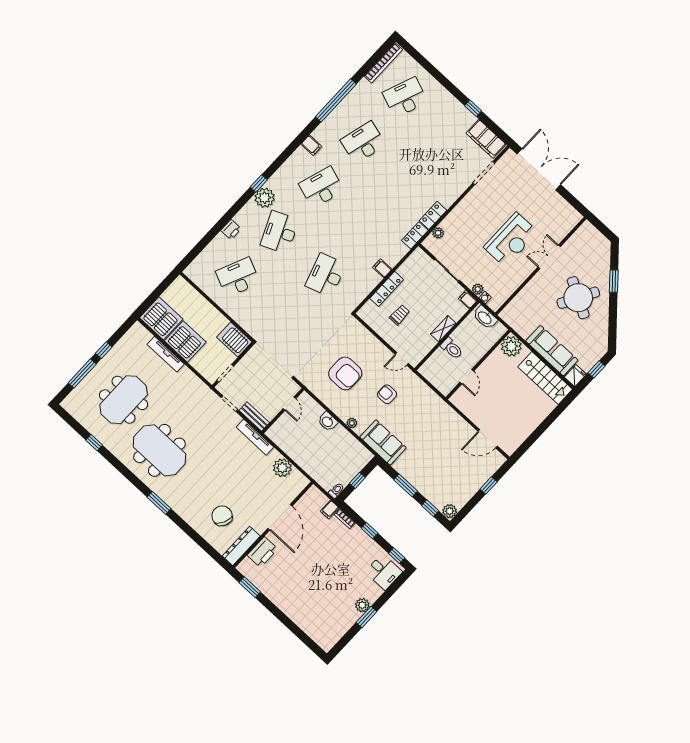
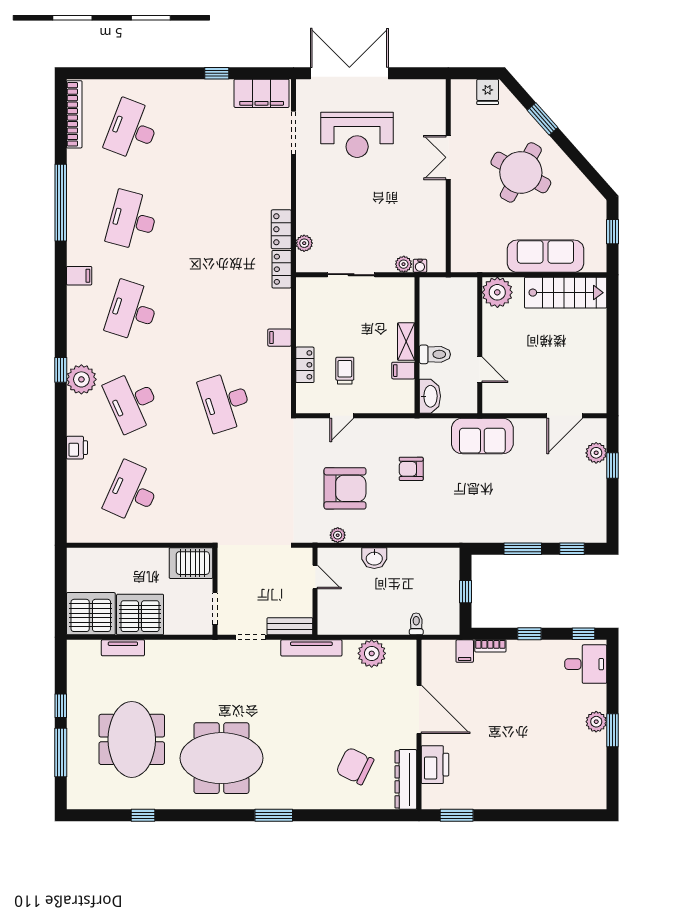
reception desk: (511, 240) -> (357, 135), moved, turned 90
locker: (387, 289) -> (305, 365), width x0.66
filing cabinet: (468, 300) -> (403, 371), moved
washbasin: (485, 317) -> (430, 396), moved, turned -90
tv unit: (166, 354) -> (123, 648), width x0.71
door: (402, 359) -> (342, 416), moved
fridge: (575, 376) -> (488, 92), moved, turned 180
plant: (352, 423) -> (338, 535), moved
sofa: (383, 442) -> (482, 436), moved, turned 180
toilet: (336, 490) -> (416, 624), moved
plant: (450, 511) -> (596, 453), moved

